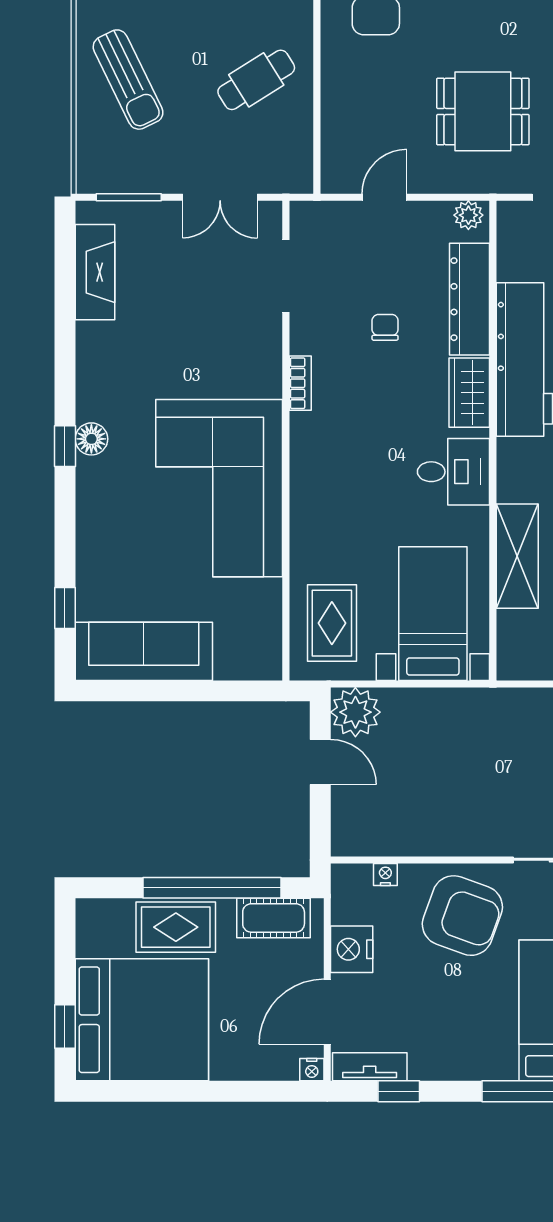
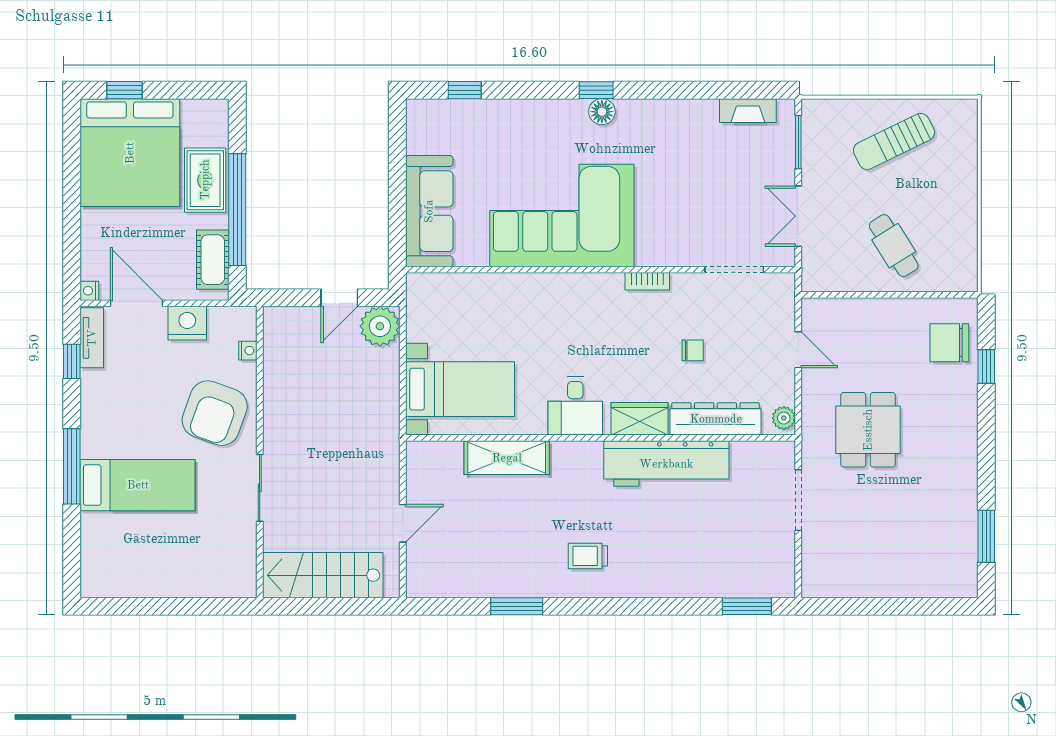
fireplace: (95, 272) -> (748, 111), width x0.73, depth x0.76
rug: (332, 623) -> (452, 307), removed
sofa: (144, 651) -> (429, 211), moved

